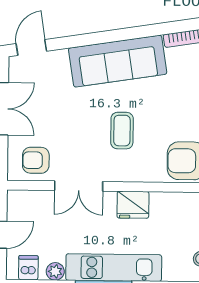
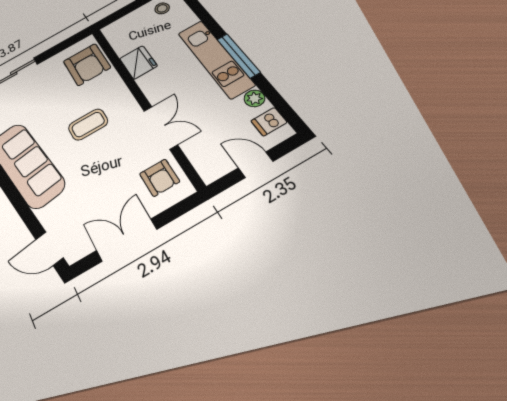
fridge: (133, 205) -> (138, 62), moved

